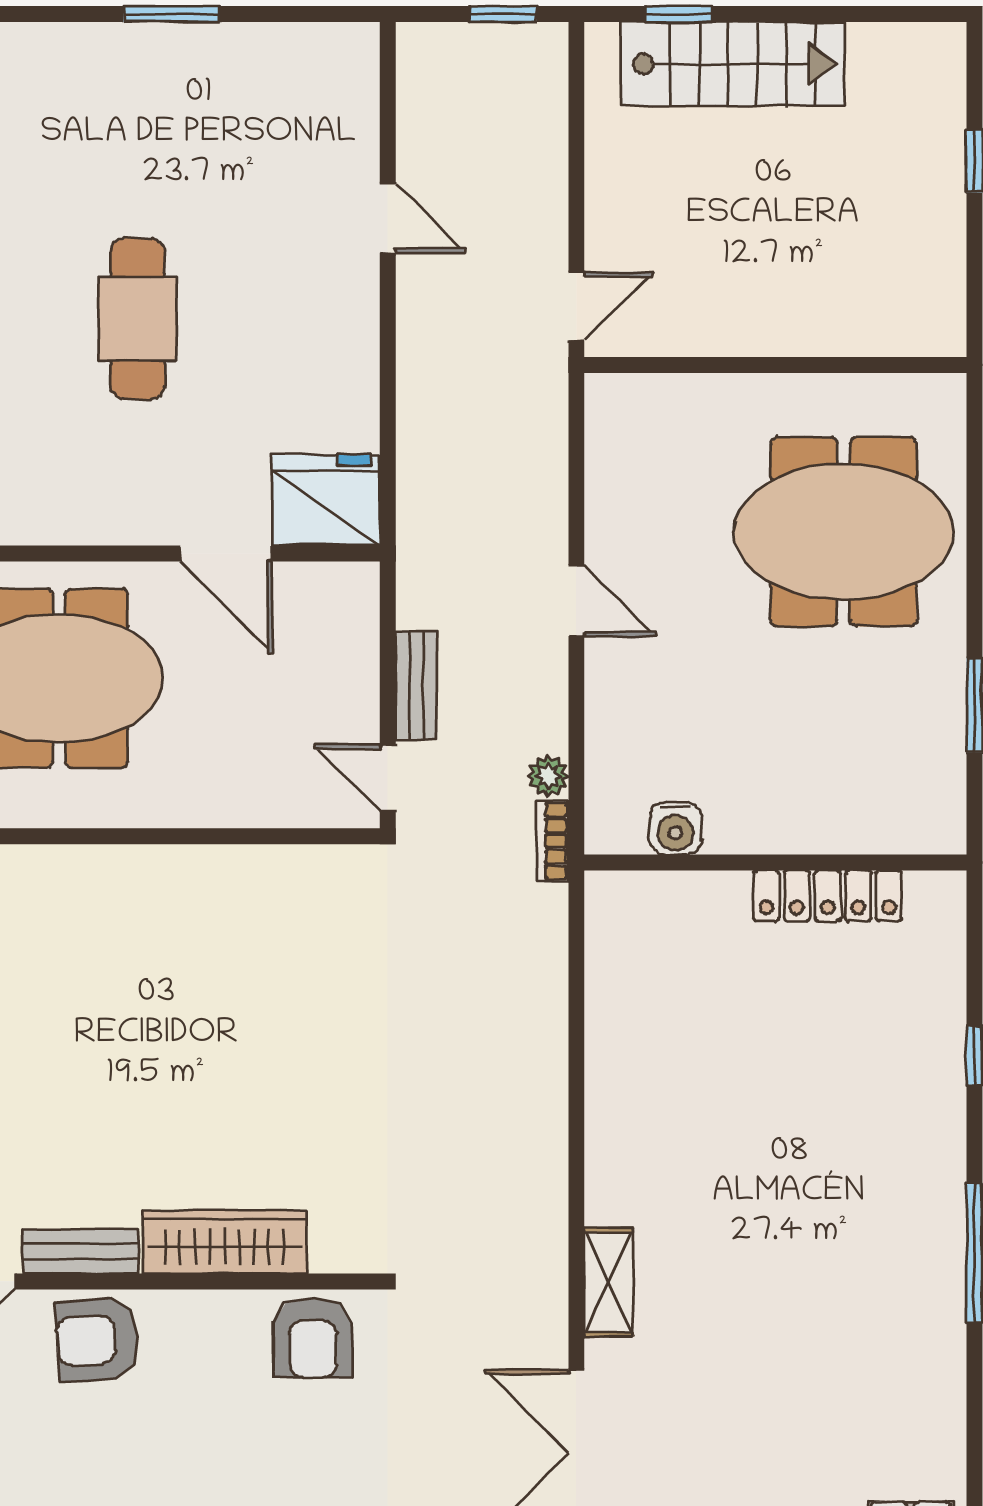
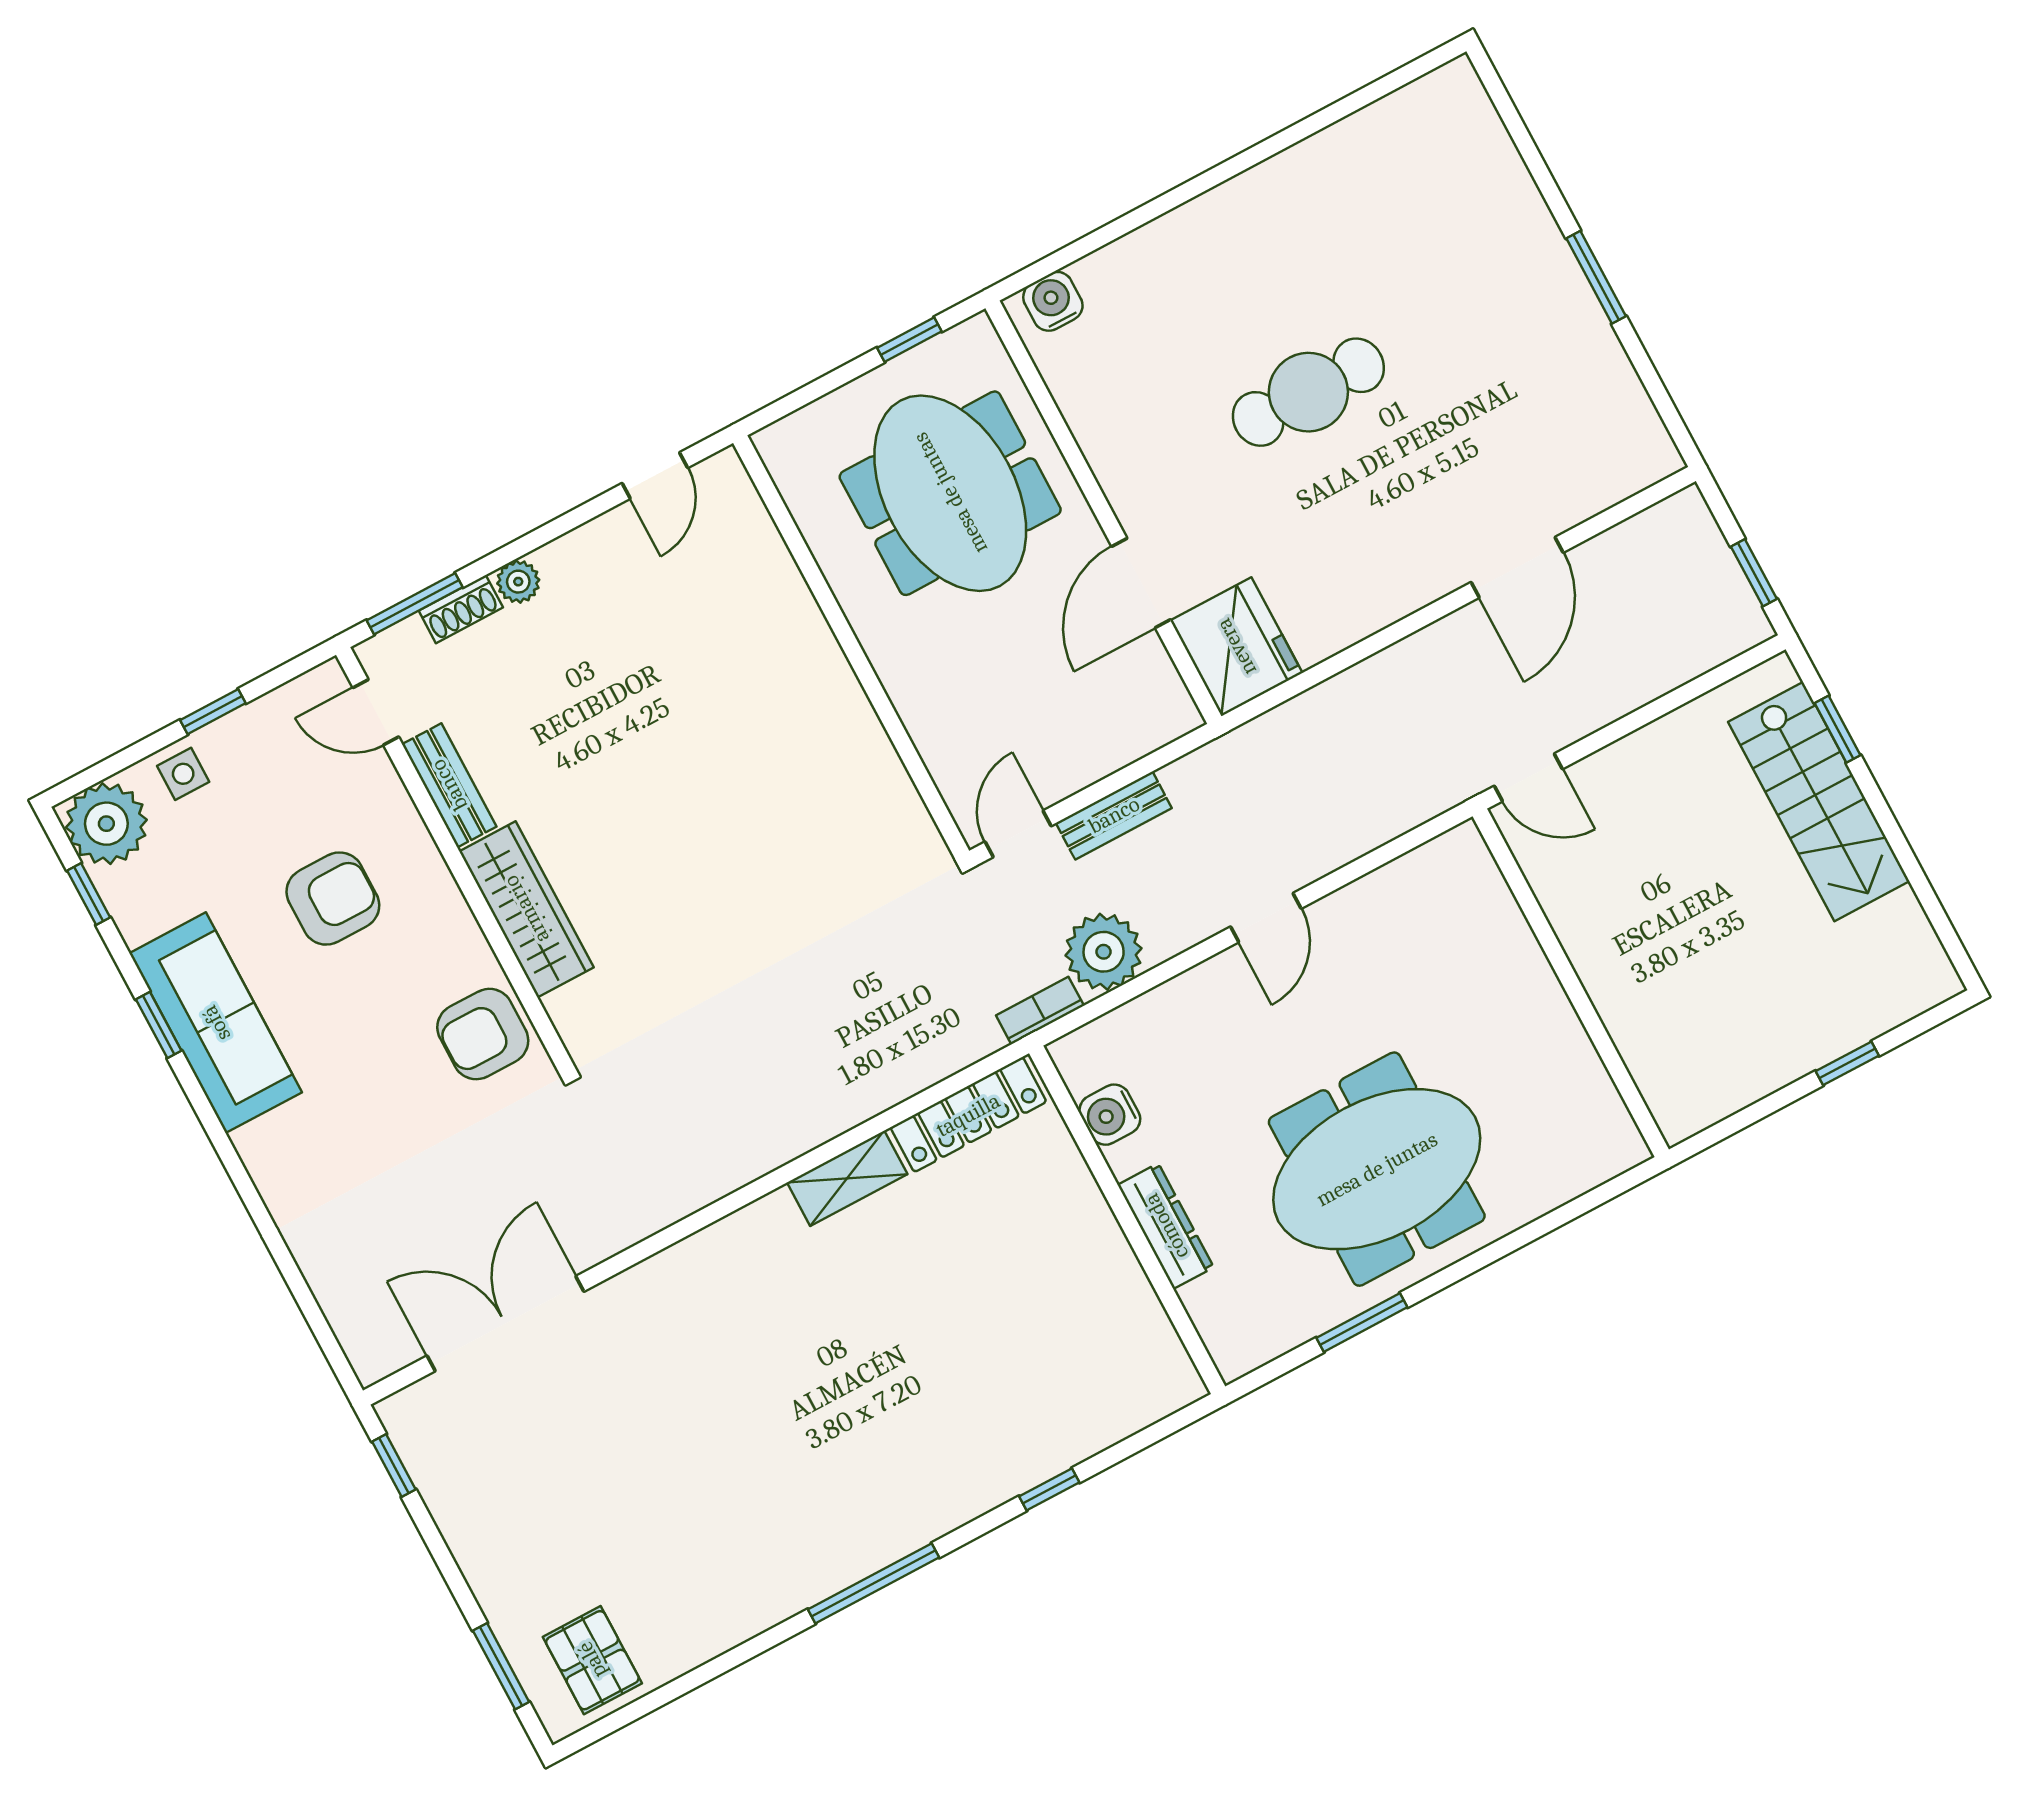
door: (388, 218) -> (1517, 567), width x1.38
meeting table: (844, 532) -> (1377, 1169), moved, turned 90
plant: (548, 776) -> (1104, 952), width x1.87, depth x1.87
dresser: (799, 832) -> (1166, 1226), added
locker: (828, 896) -> (968, 1115), moved, turned -90
shelving: (609, 1282) -> (847, 1178), moved
armchair: (97, 1340) -> (333, 899), moved, turned 94

